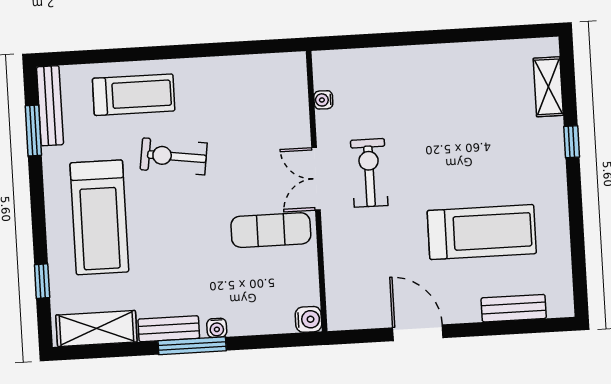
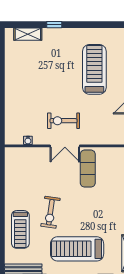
treadmill: (134, 95) -> (20, 229), turned 180
treadmill: (99, 217) -> (77, 249), turned 180

